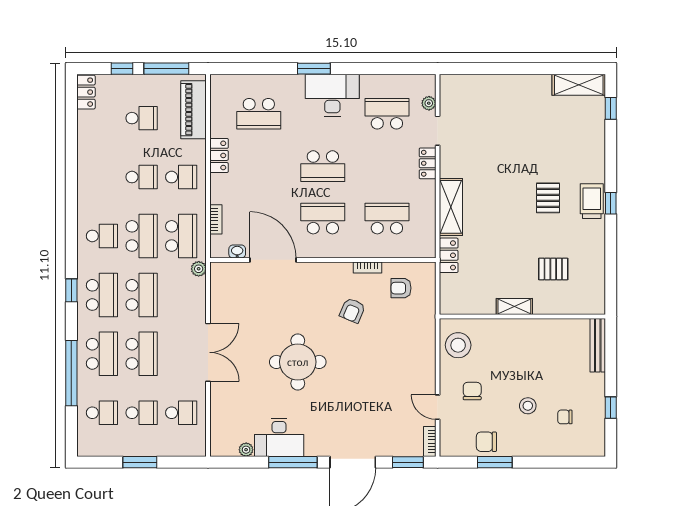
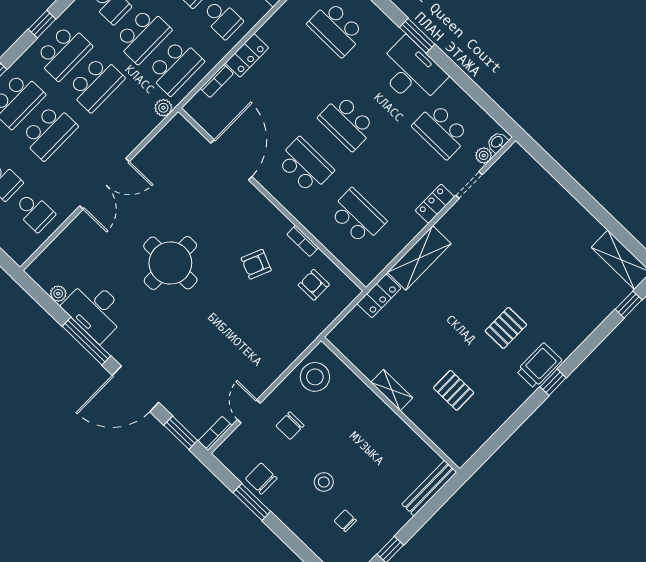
school desk: (387, 114) -> (441, 131), turned 180
locker: (219, 155) -> (247, 55), moved
washbasin: (237, 252) -> (497, 142), moved, turned -90
chair: (472, 391) -> (290, 426), turned 180

